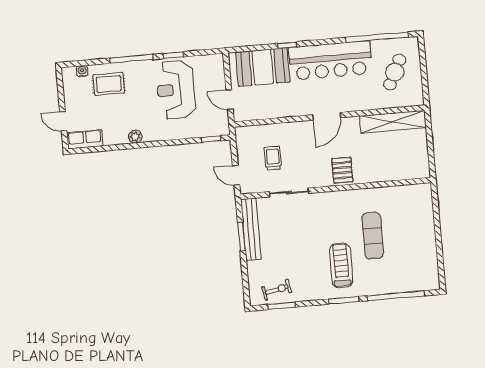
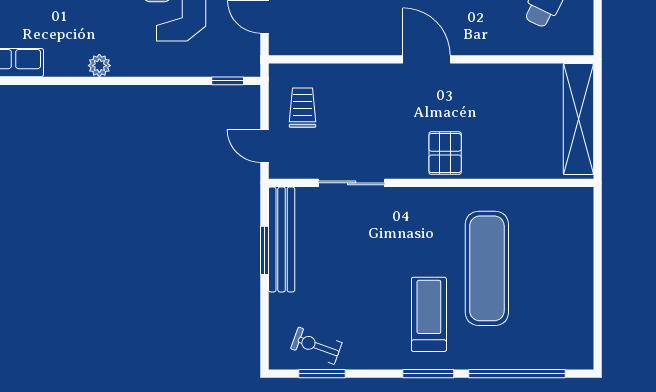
door: (327, 116) -> (427, 59), swing flipped
shelving: (393, 122) -> (578, 119), moved, turned 90
trolley: (273, 158) -> (302, 108), moved
exercise mat: (373, 236) -> (487, 268), width x1.36, depth x1.45
exercise bike: (277, 290) -> (316, 346), turned -148

